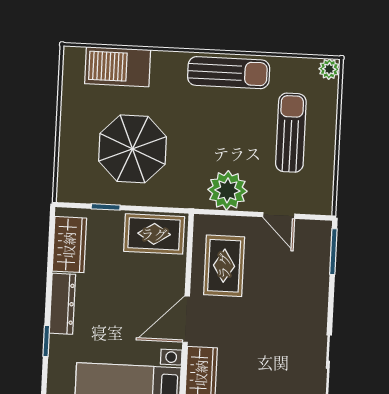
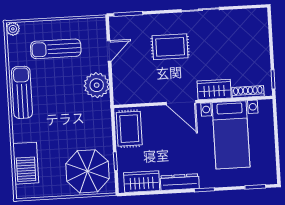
parasol: (132, 149) -> (88, 171), moved
rug: (224, 266) -> (170, 47), moved

